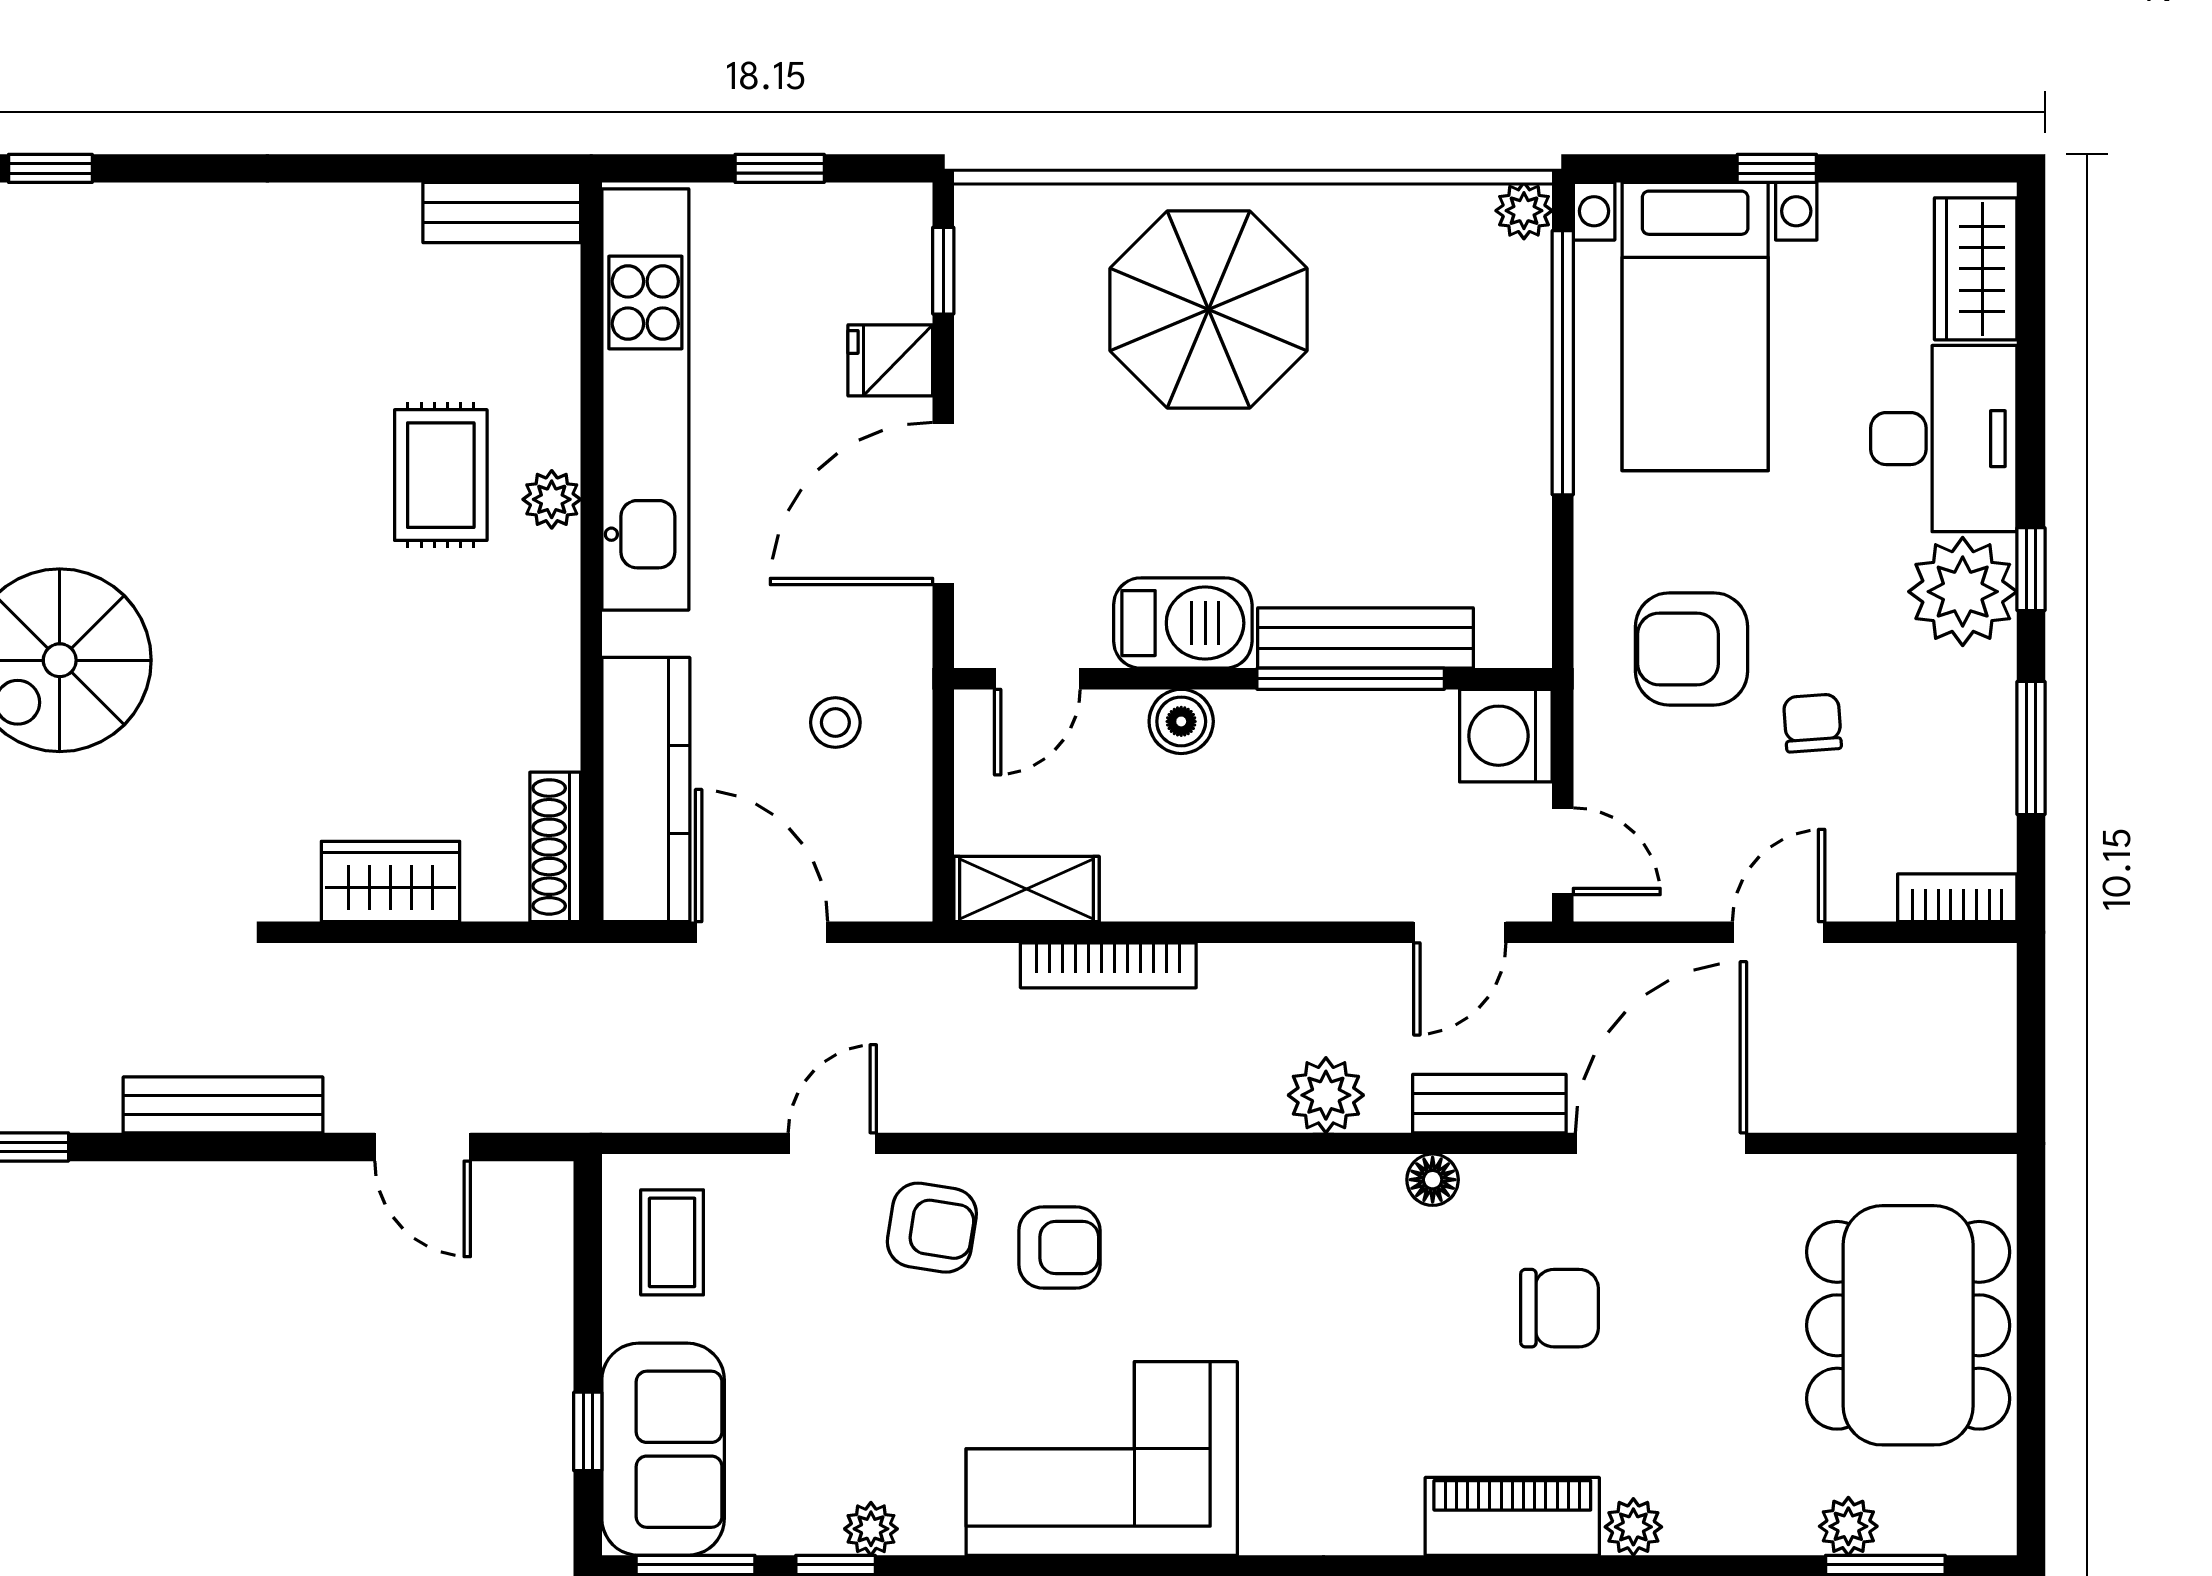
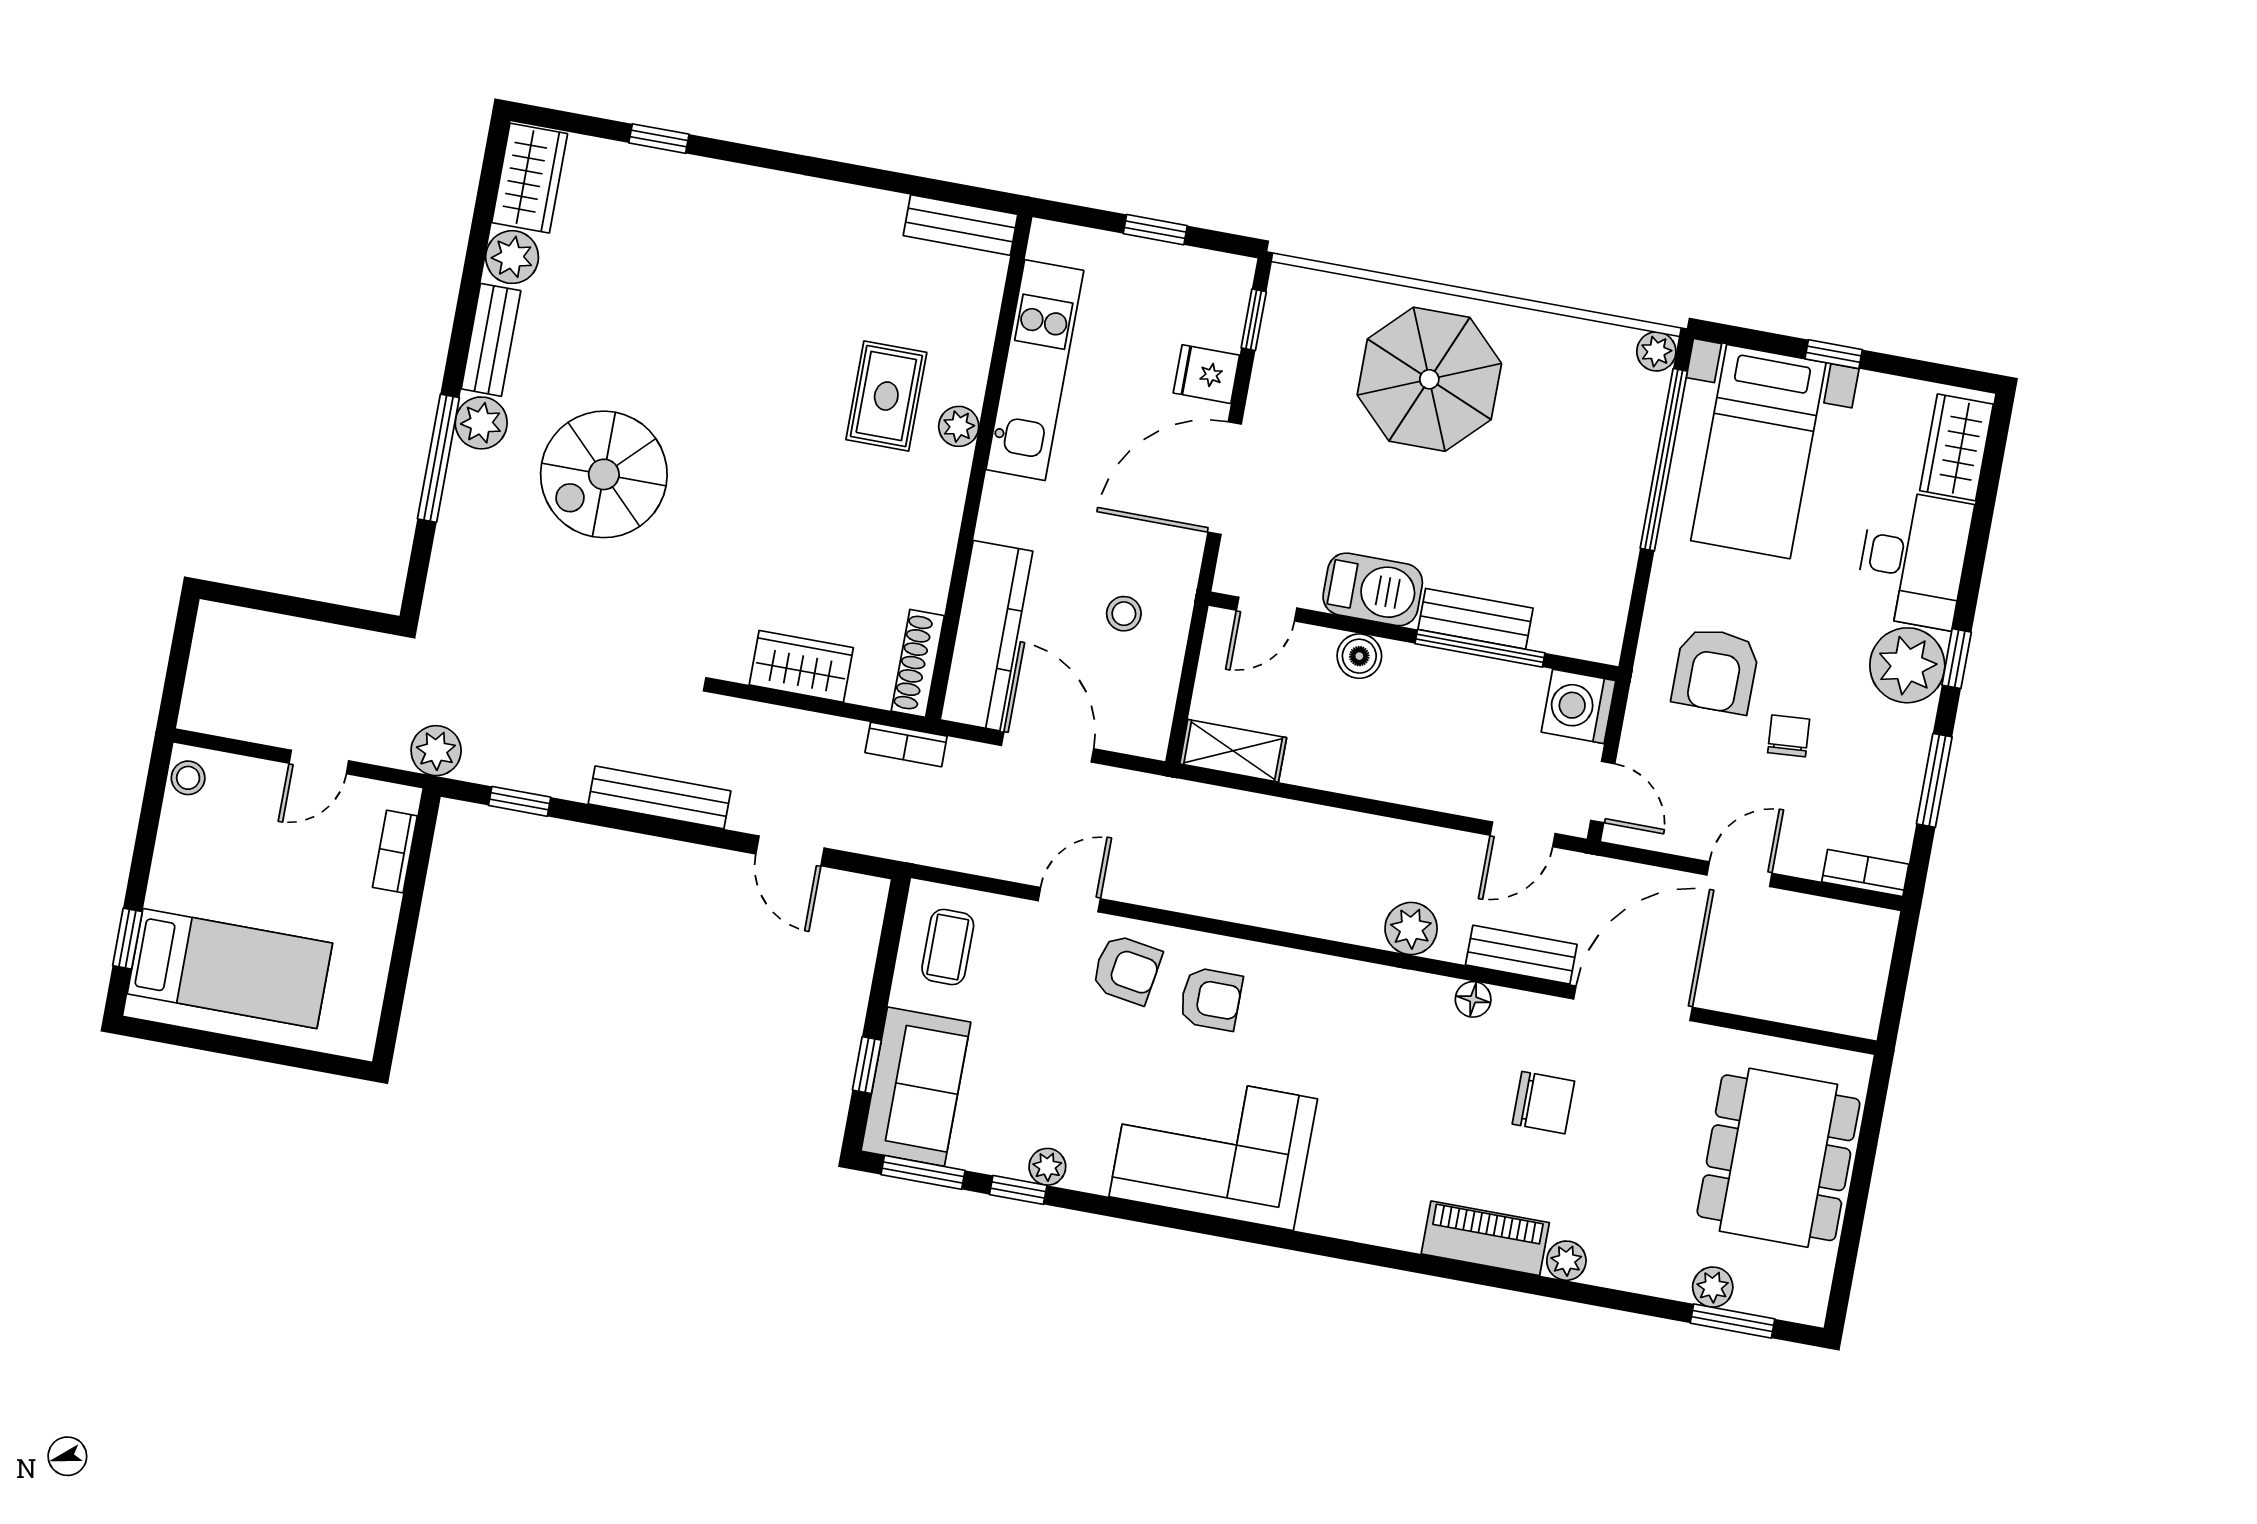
kitchen unit: (645, 399) -> (1035, 370), width x0.73
bench: (1366, 638) -> (1476, 619), width x0.73
armchair: (1691, 649) -> (1716, 671), turned -90
bookcase: (1108, 965) -> (906, 744), moved, width x0.64

